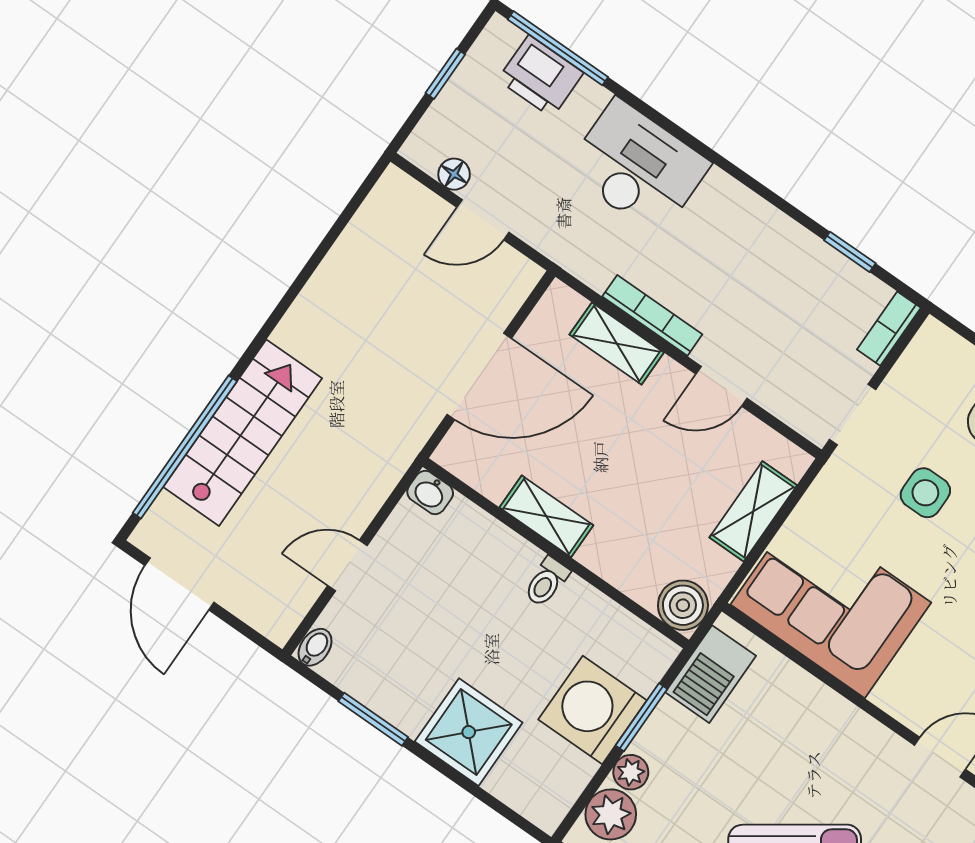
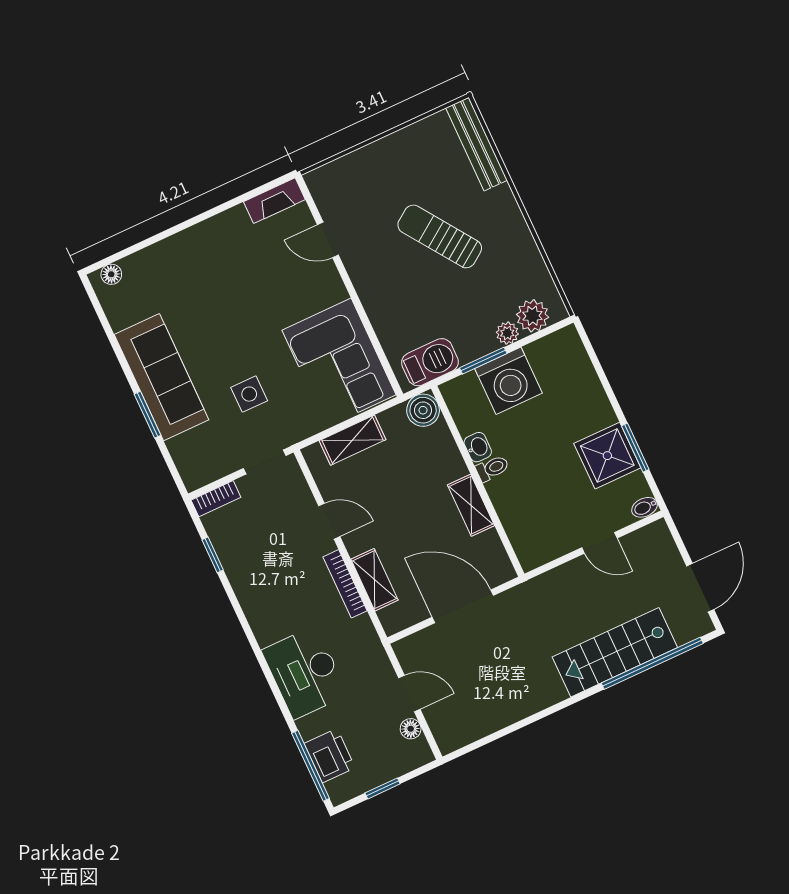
washbasin: (430, 493) -> (478, 447), moved
shower: (469, 732) -> (607, 456), moved

